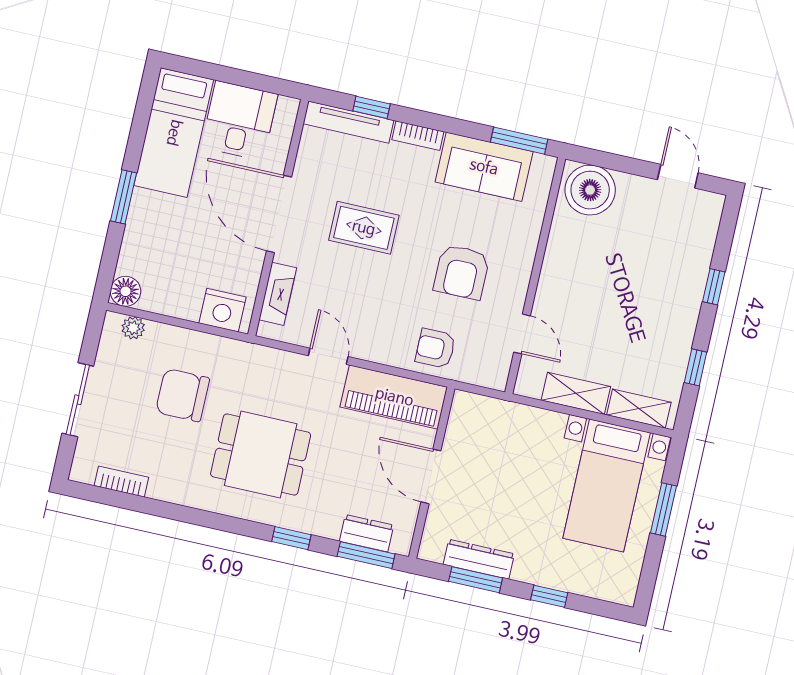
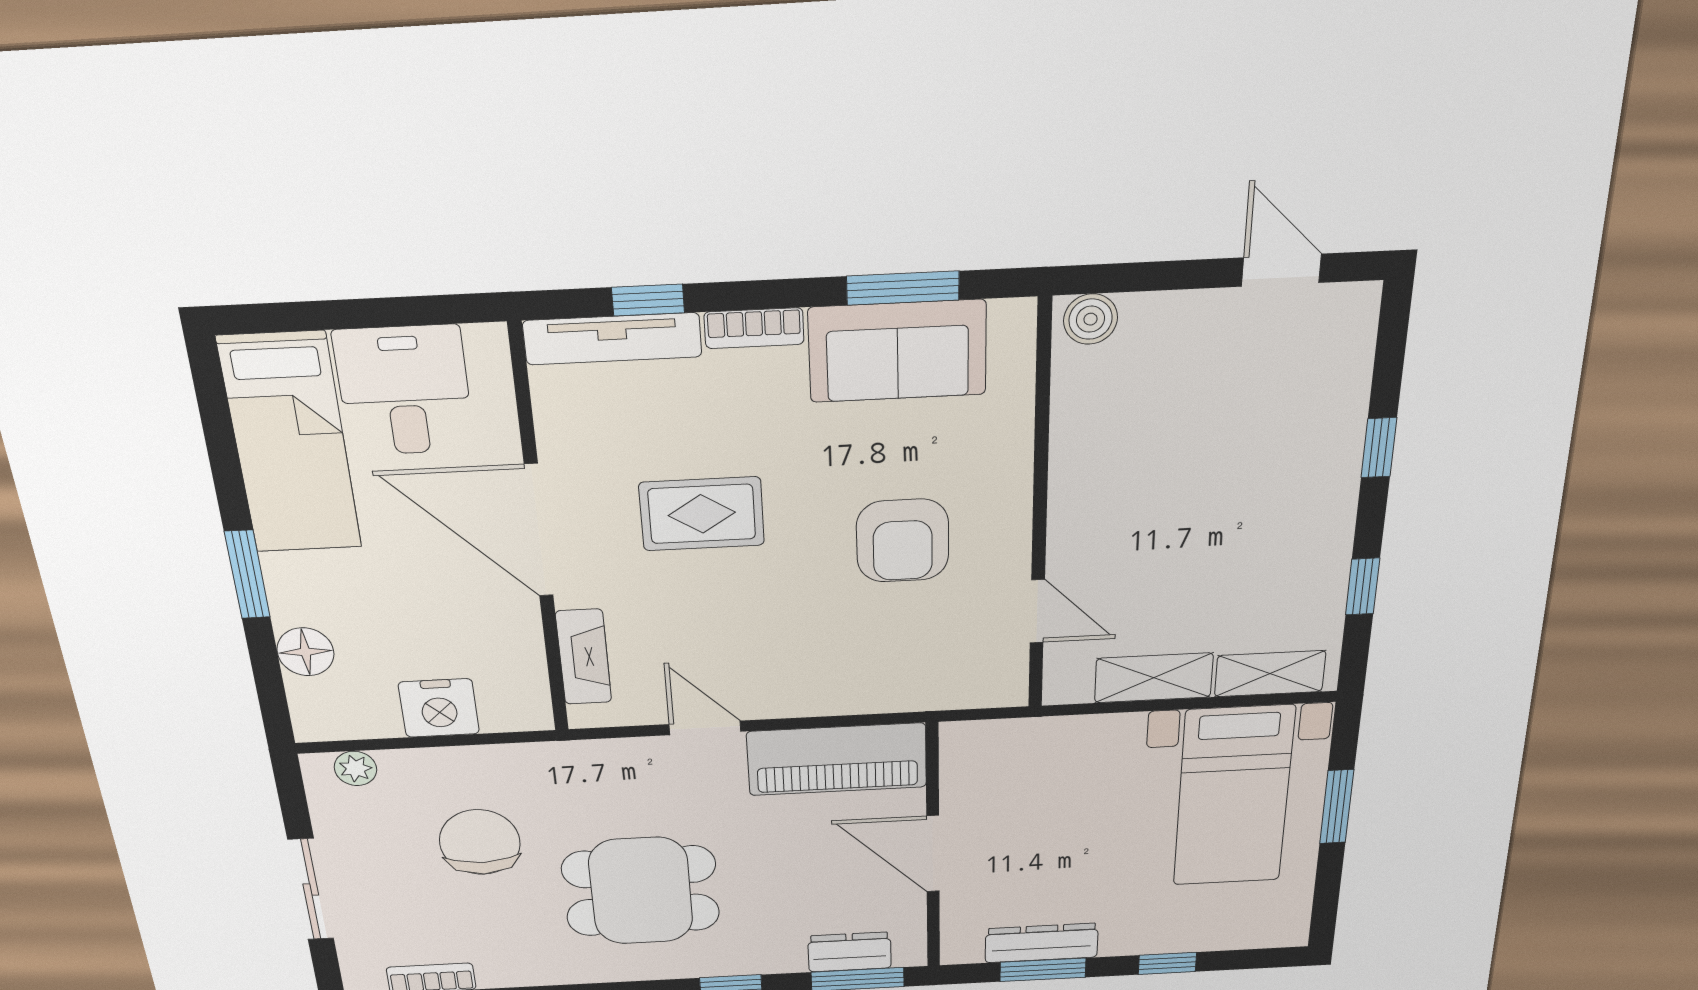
window: (519, 141) -> (903, 288), moved
boiler: (590, 190) -> (1091, 319), width x0.54, depth x0.54
floor lamp: (126, 291) -> (305, 652), moved
nightstand: (222, 310) -> (439, 708), moved
armchair: (435, 348) -> (889, 671), removed
chair: (183, 395) -> (480, 842), turned 90

